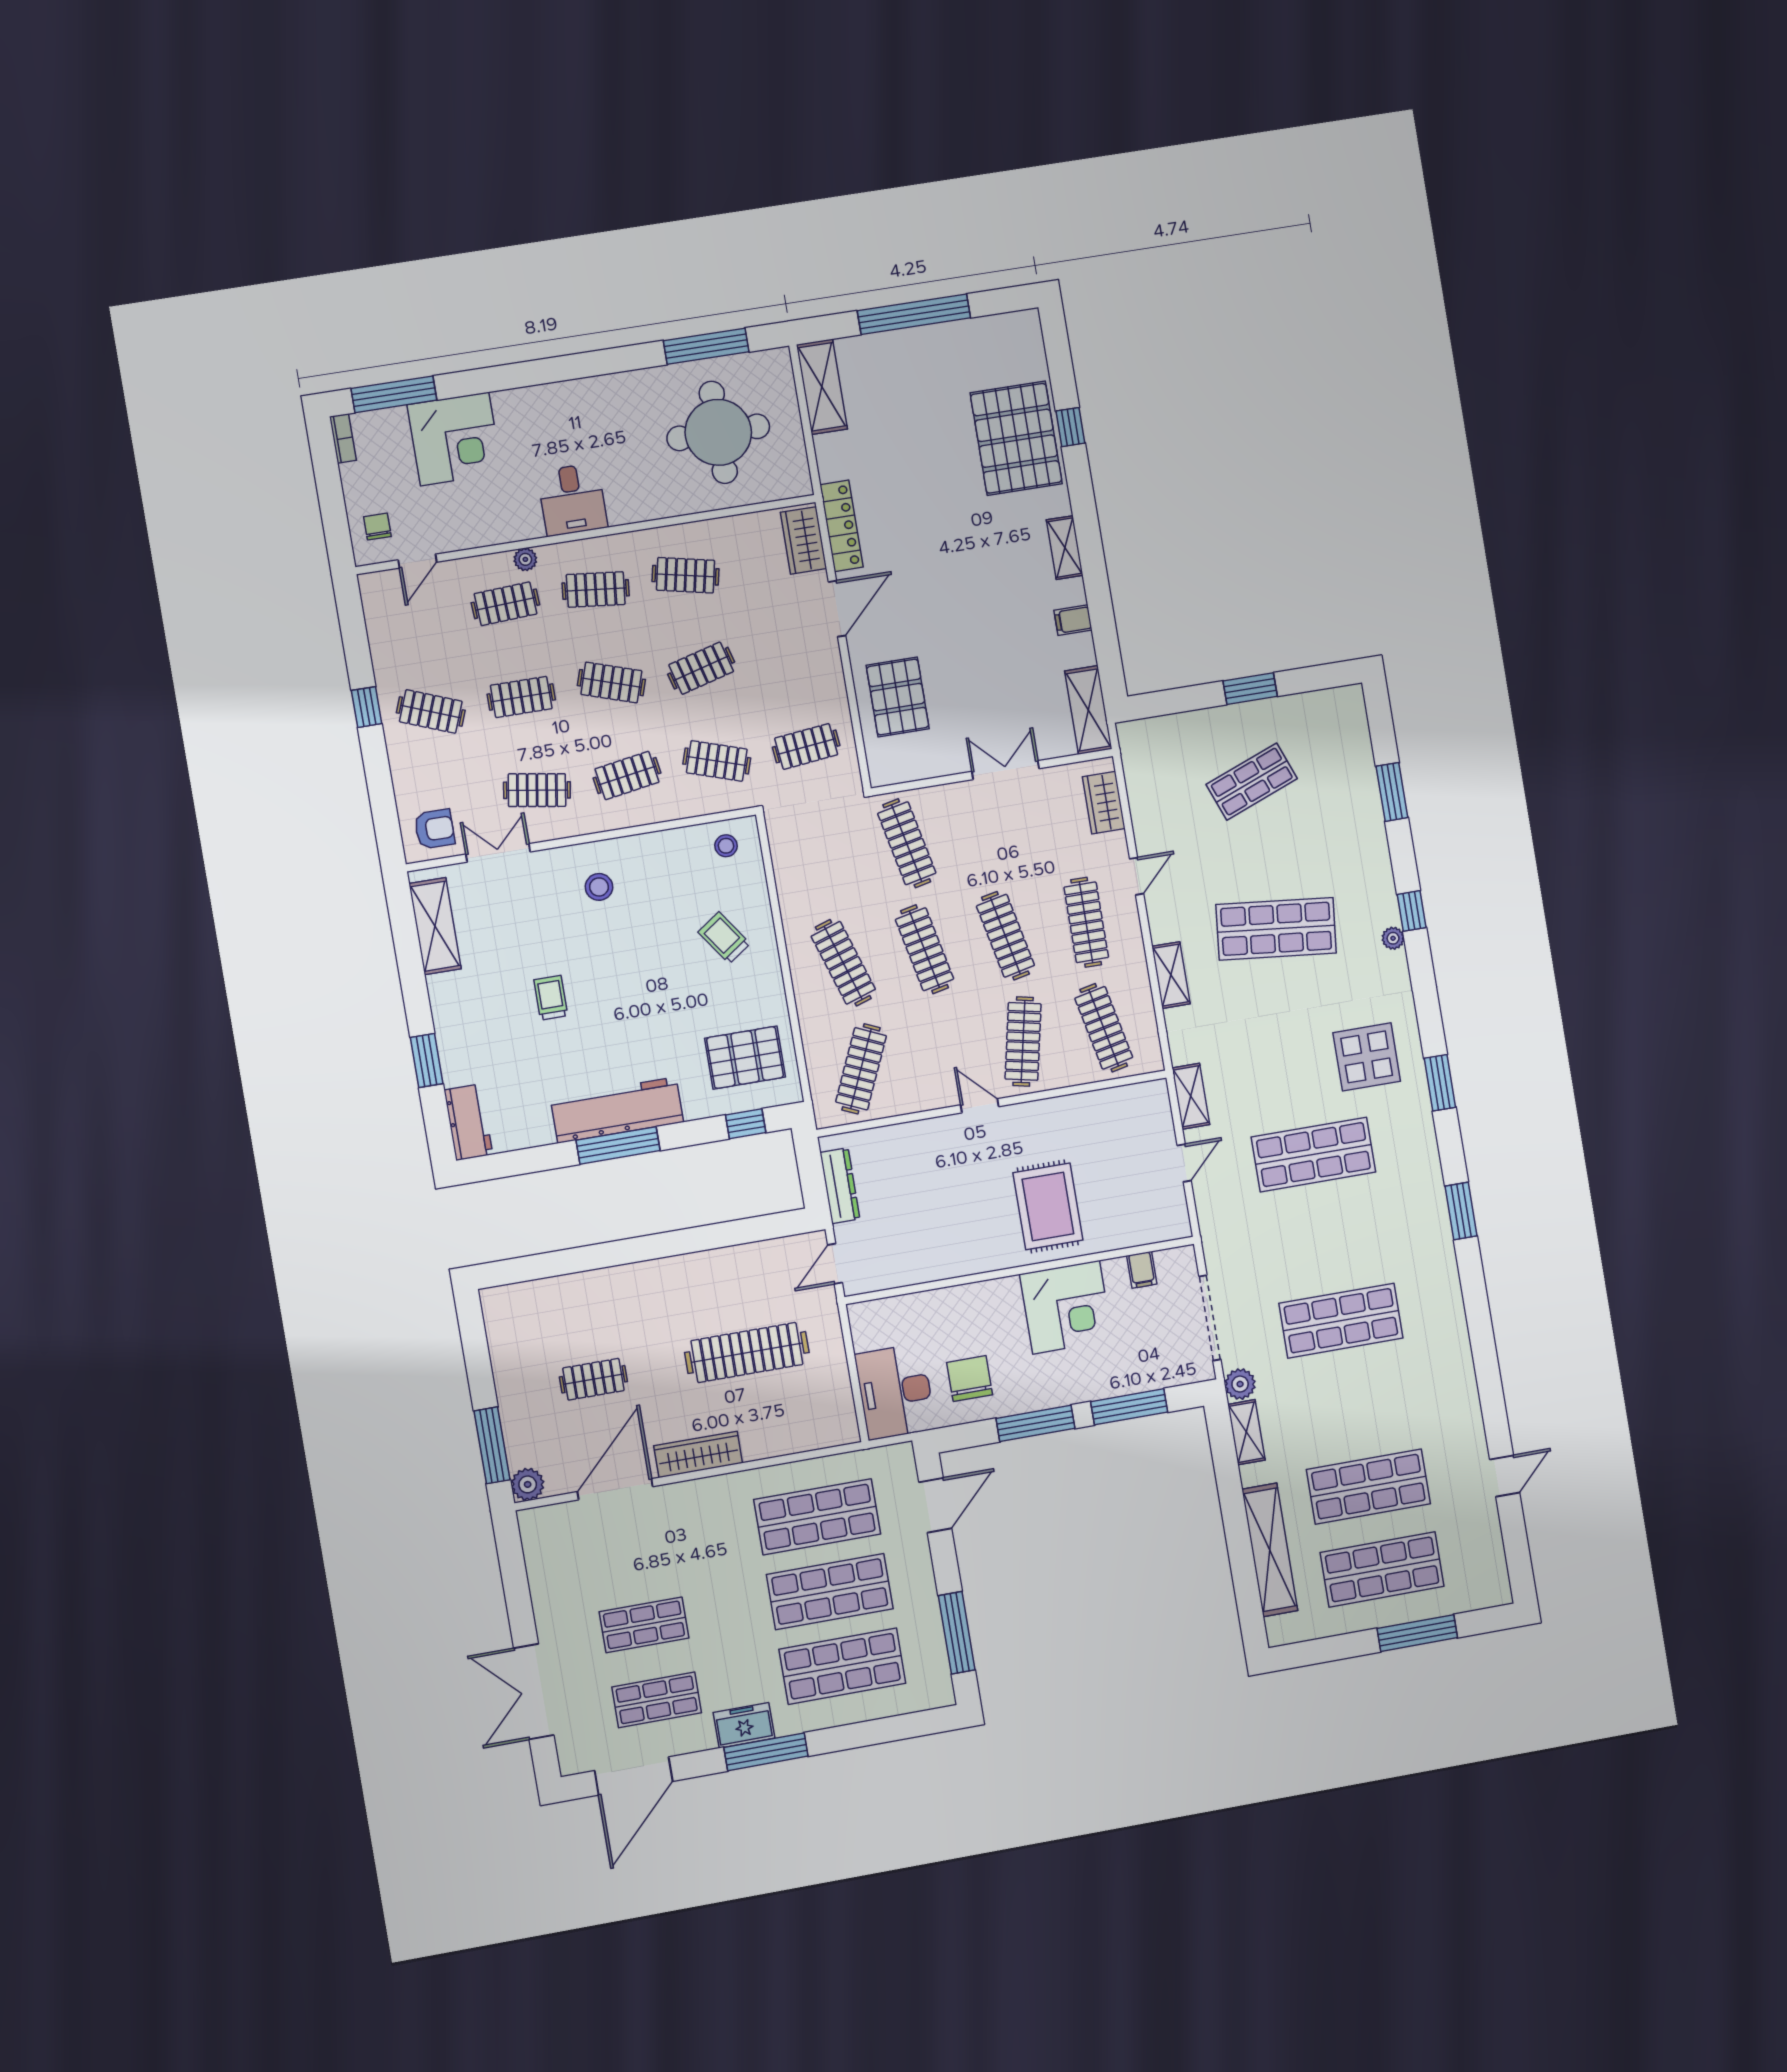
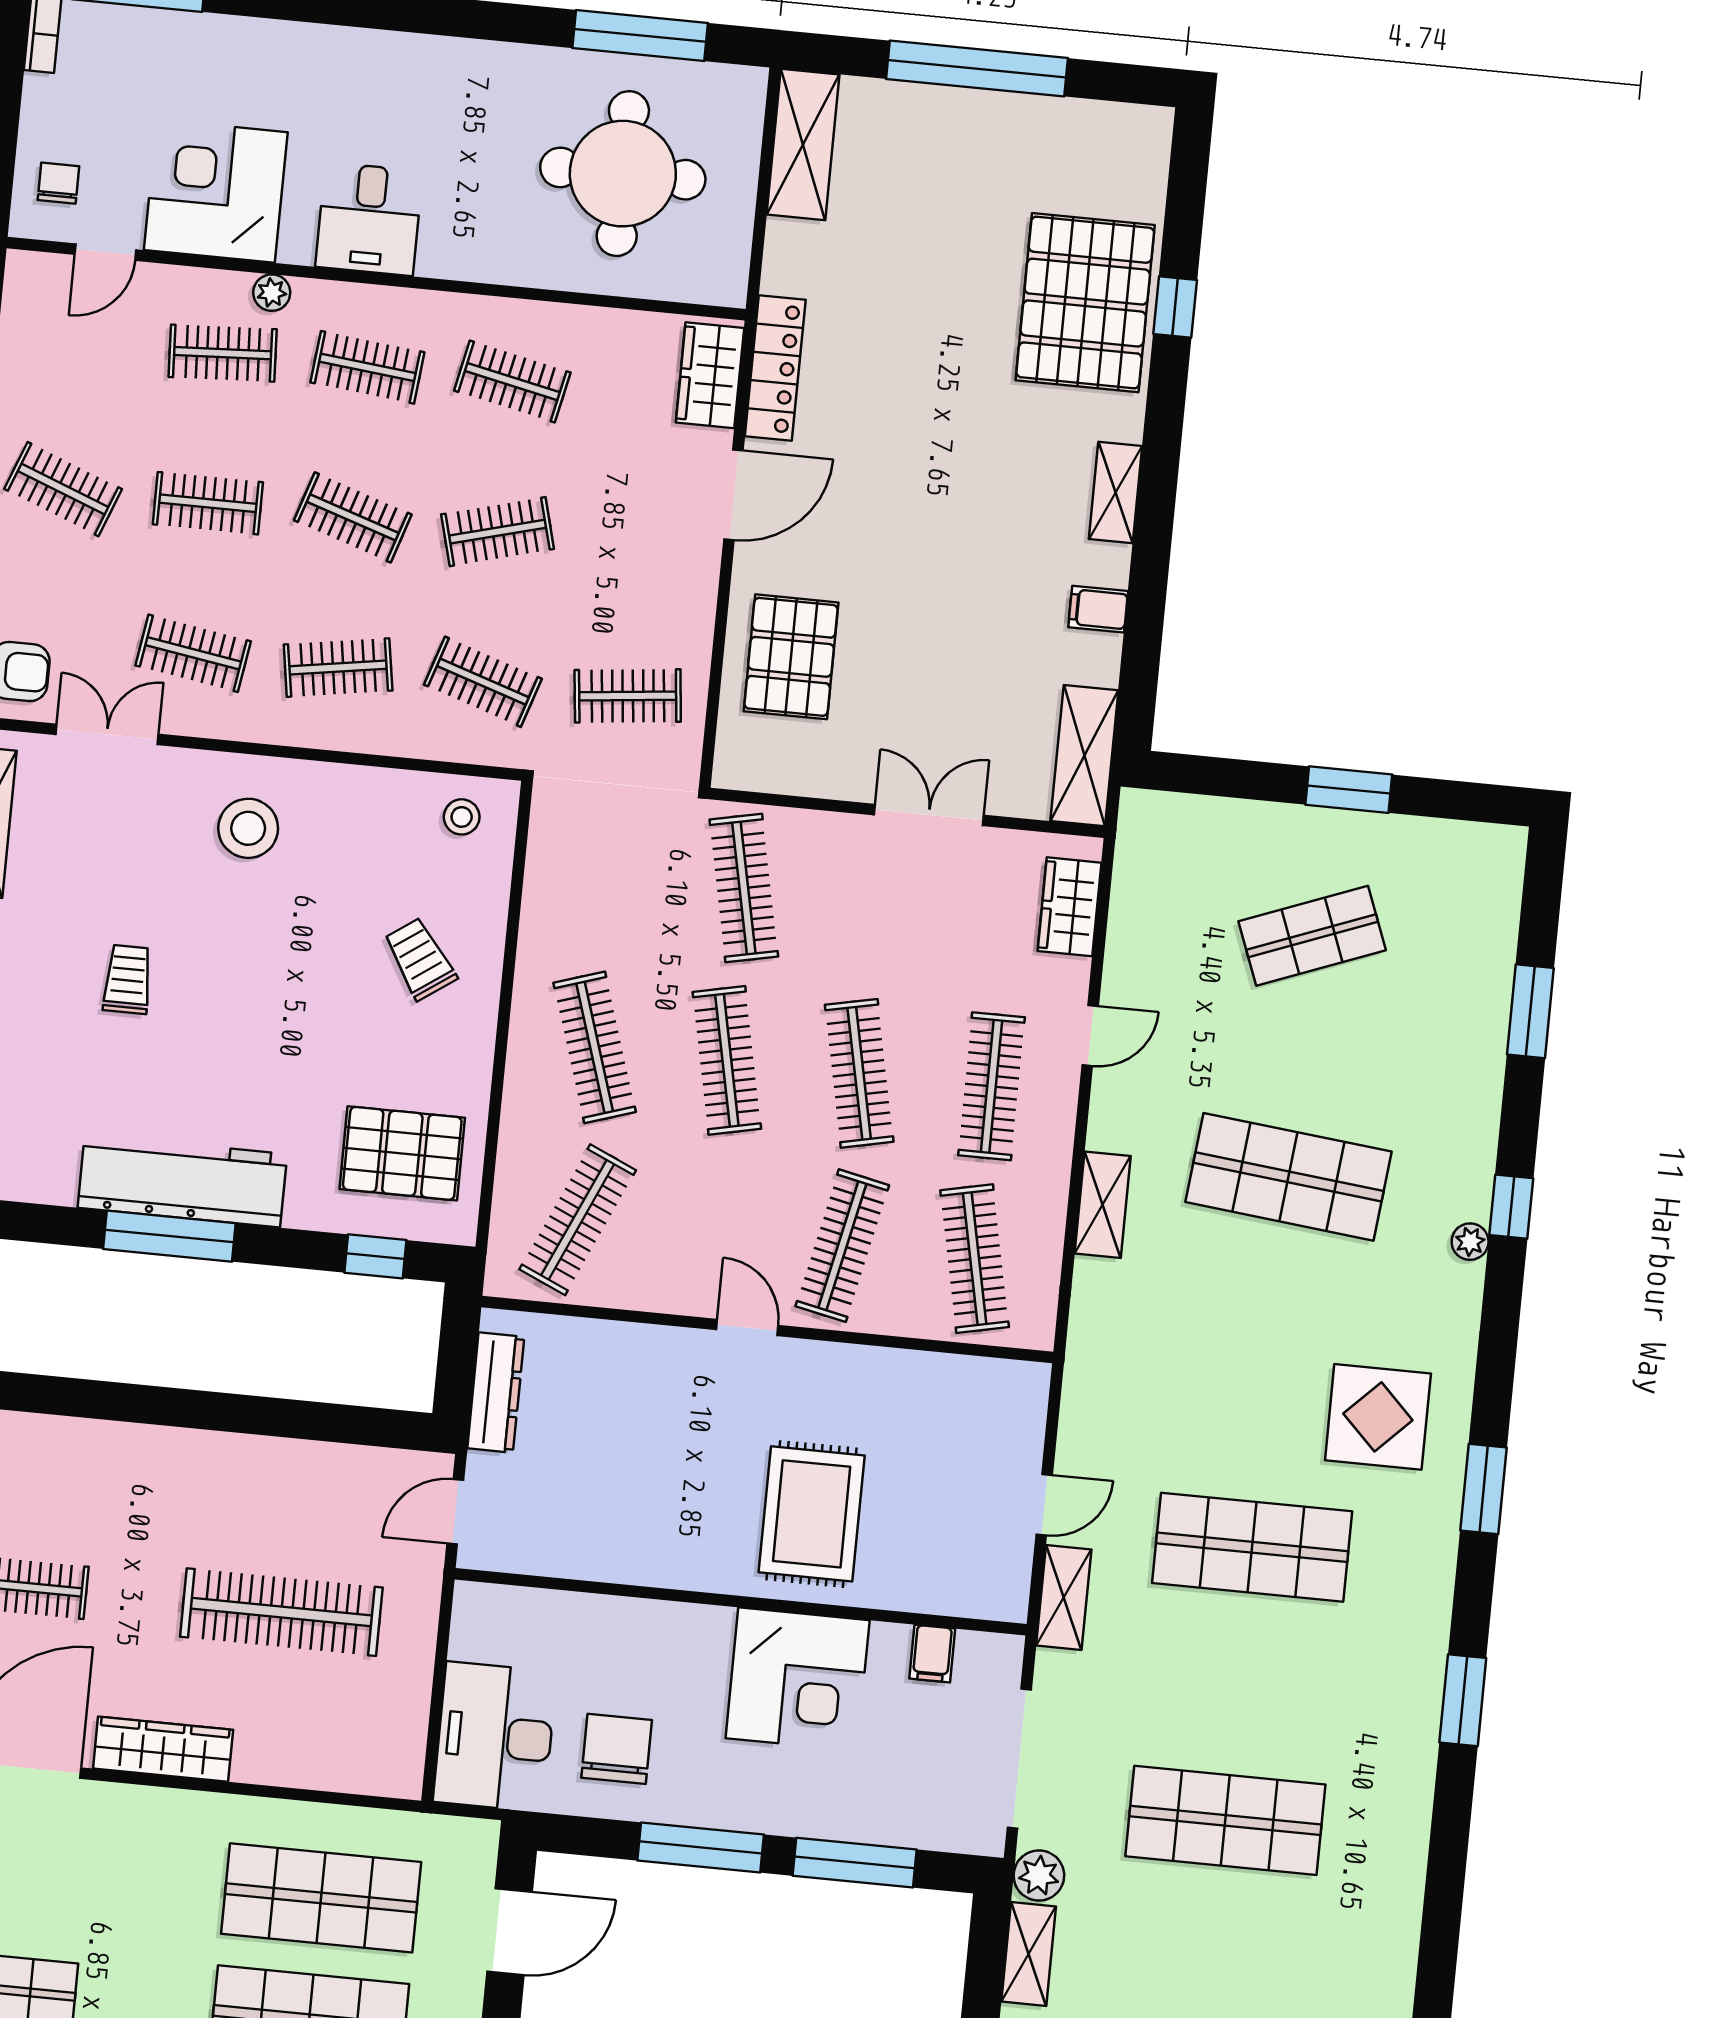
corner desk: (455, 439) -> (216, 191), moved, turned 180
stool: (599, 887) -> (248, 828), width x1.38, depth x1.38
shelving: (1191, 1096) -> (1064, 1597), moved

